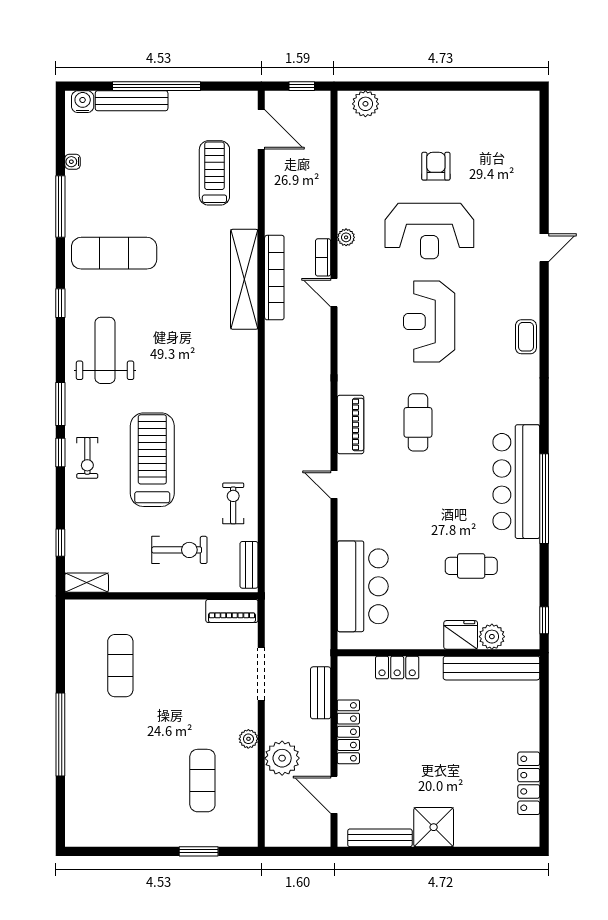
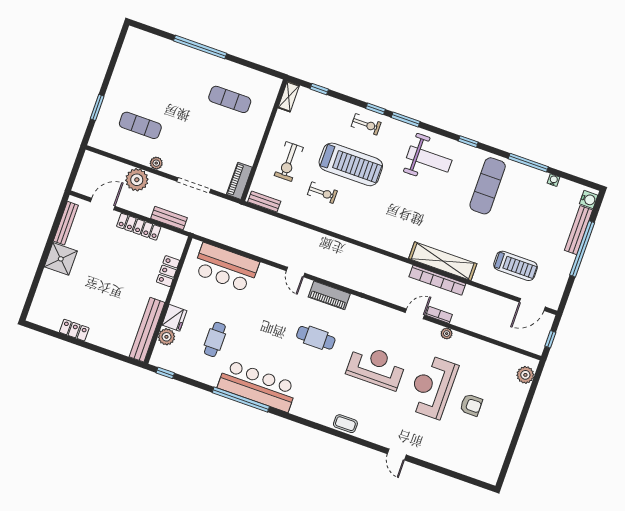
exercise bike: (87, 458) -> (366, 124), turned 180
door: (334, 485) -> (295, 272), swing flipped
exercise bike: (233, 503) -> (322, 193), moved
locker: (529, 783) -> (74, 330), width x0.66

